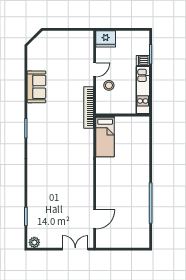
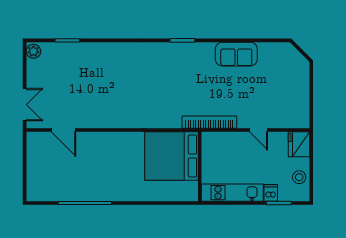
stool: (109, 85) -> (299, 177), moved
bed: (105, 137) -> (171, 156), width x2.04

